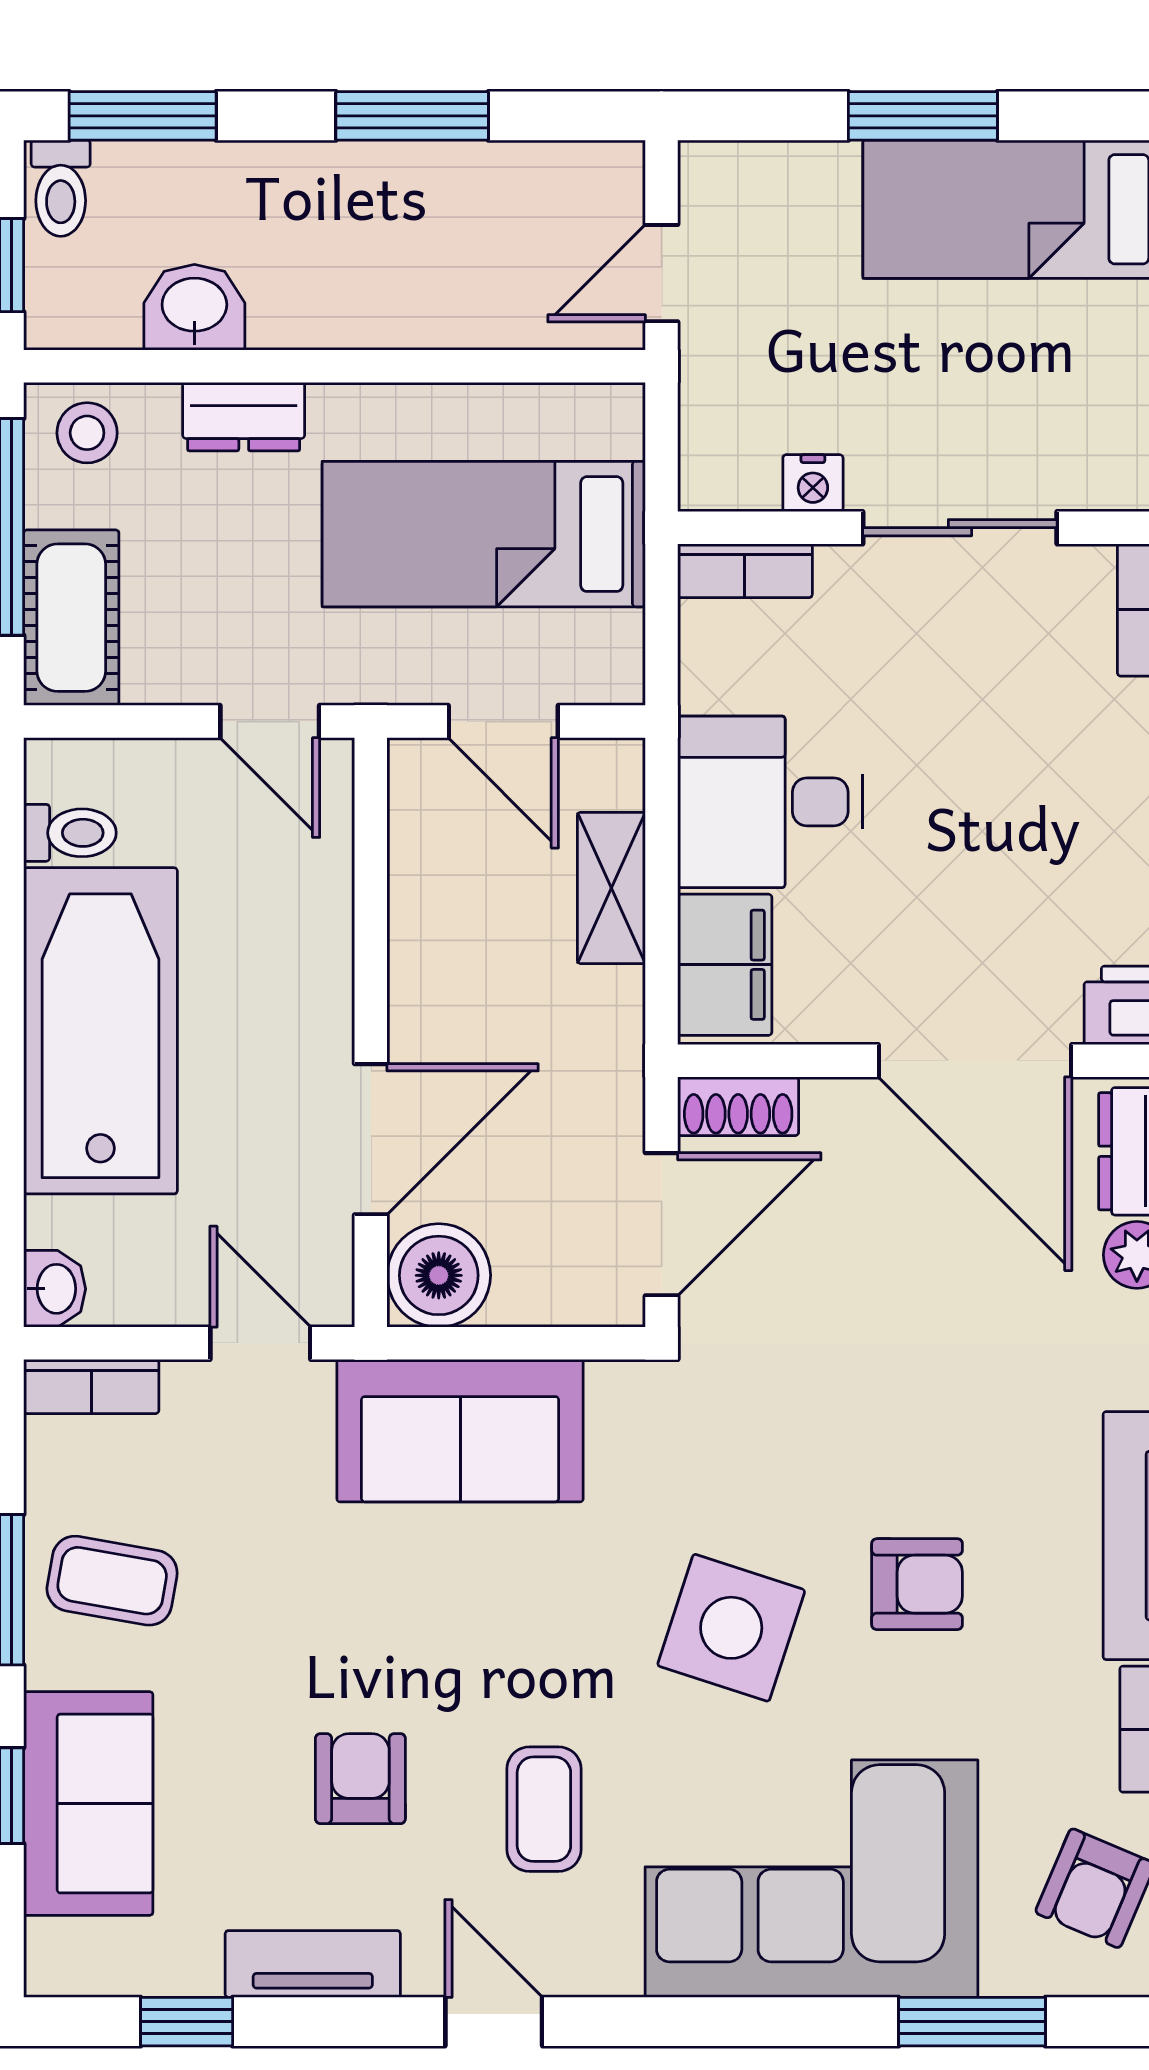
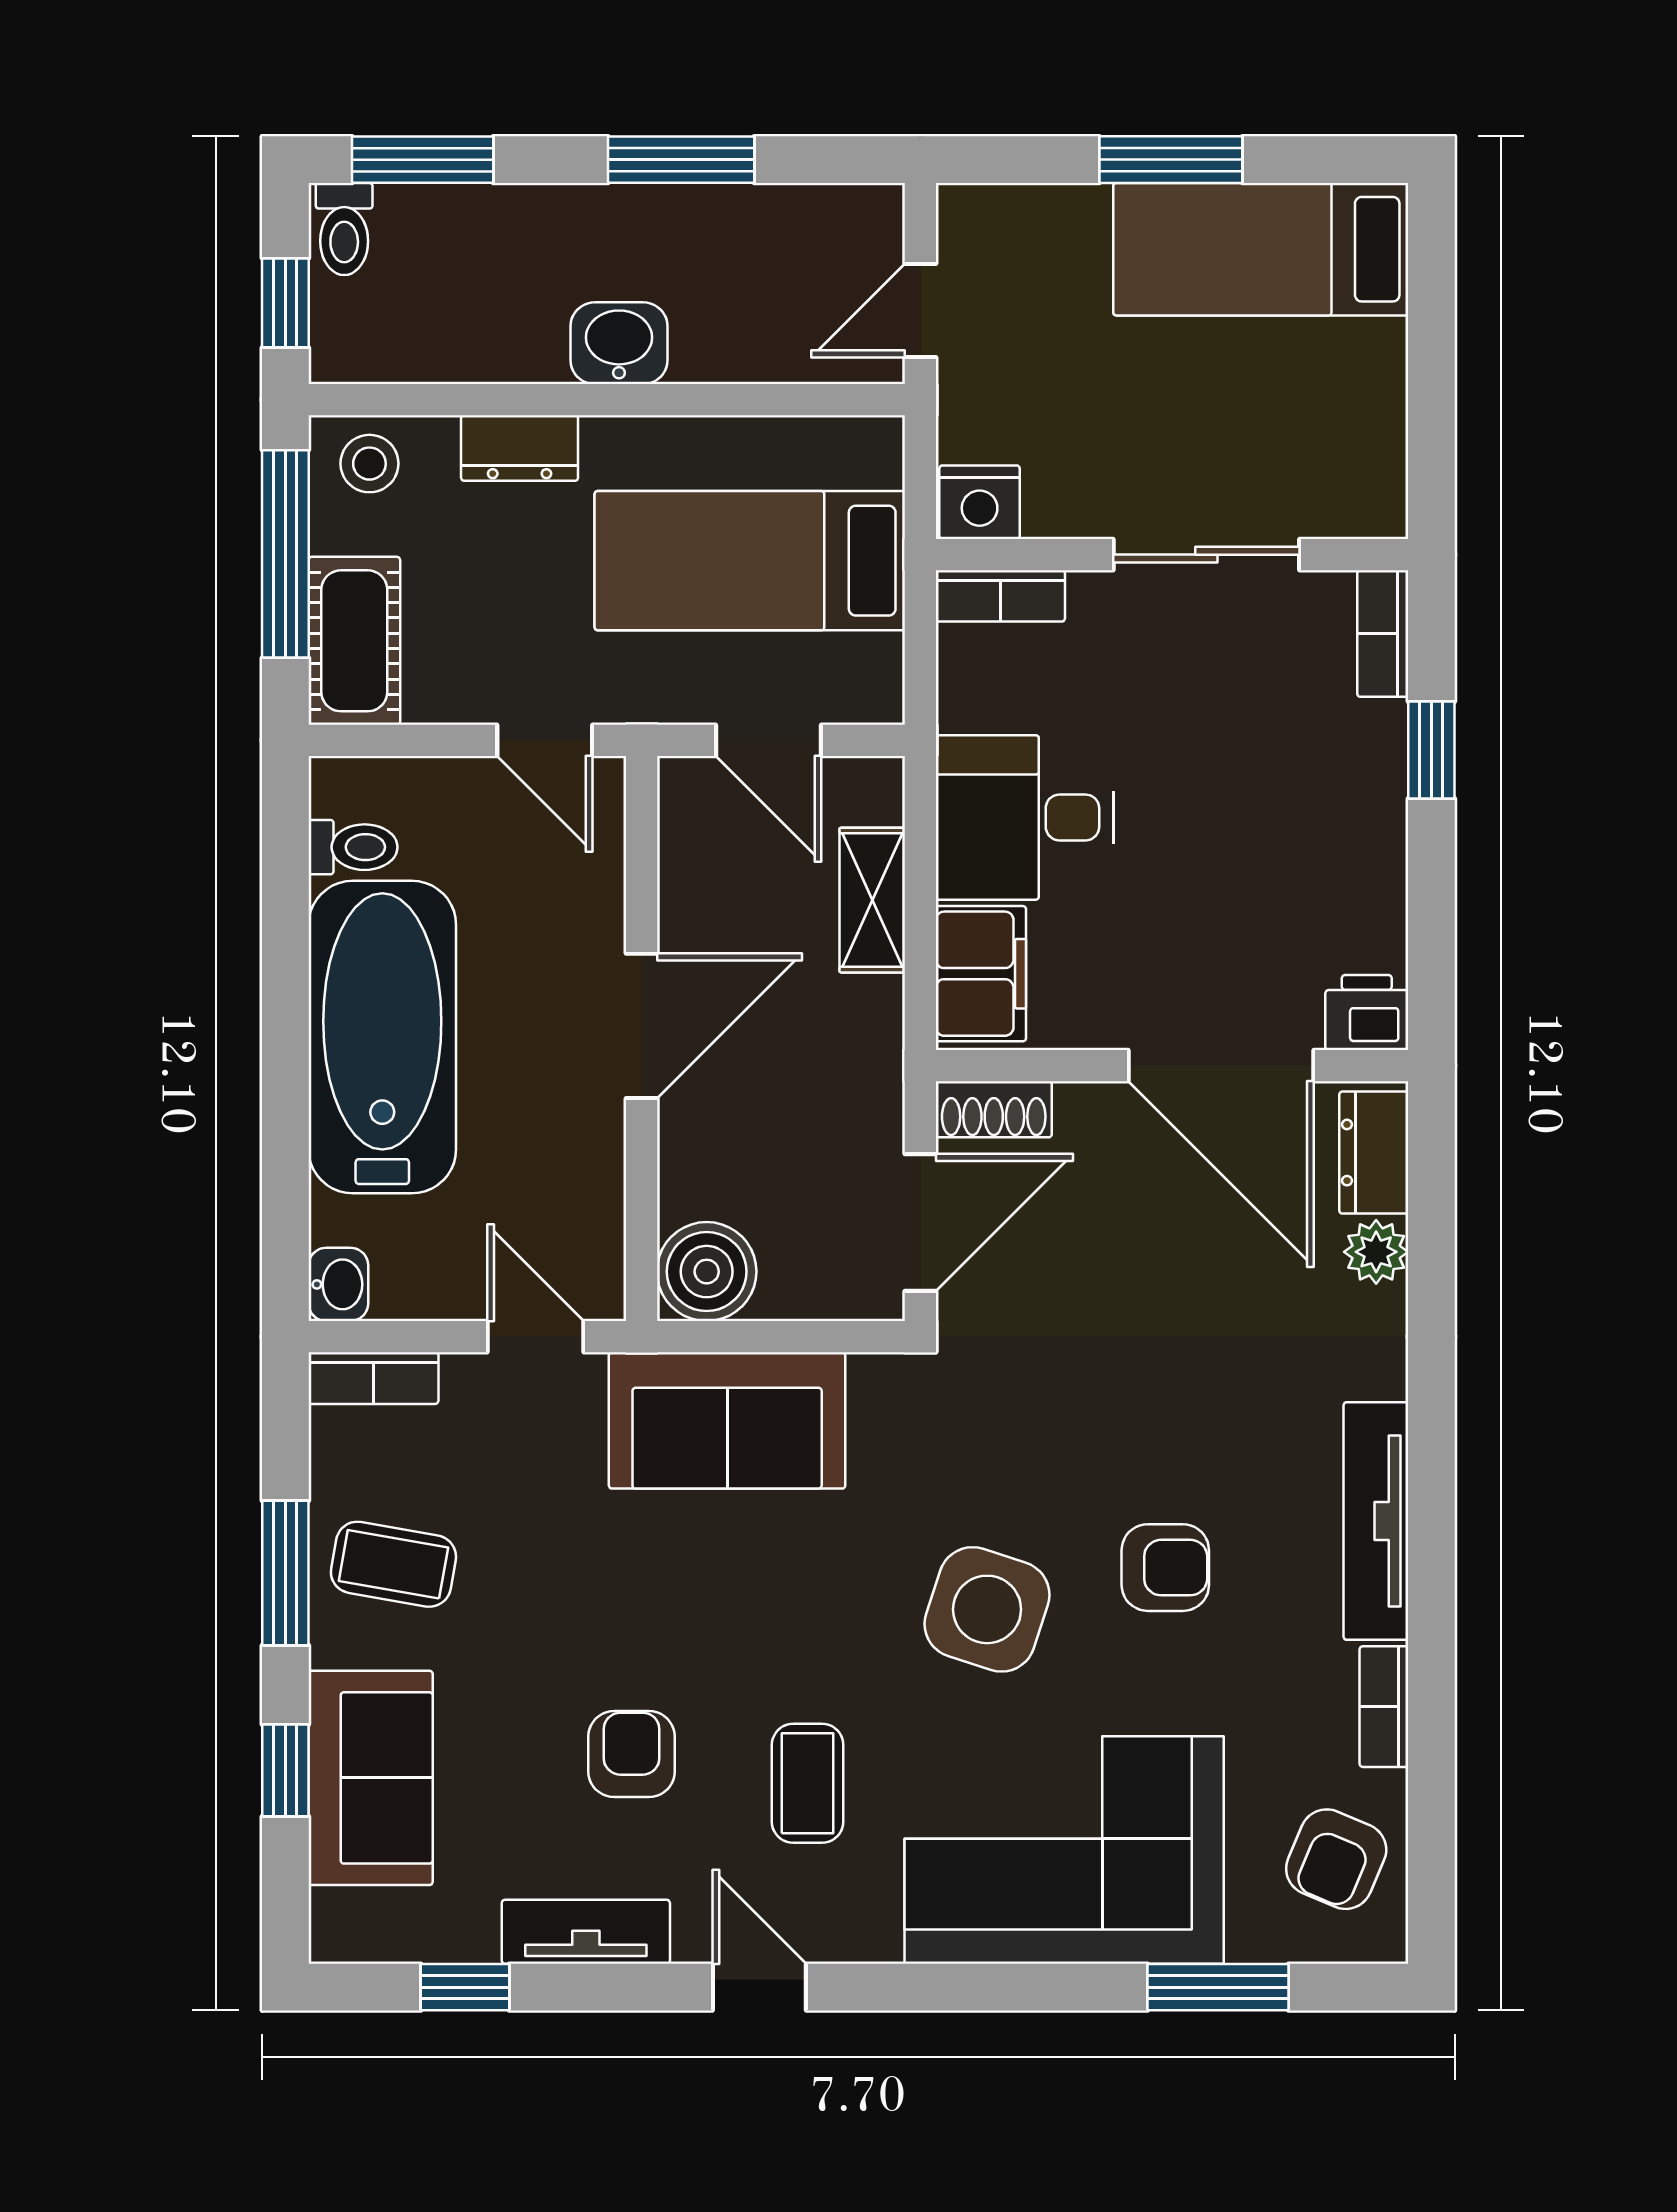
washbasin: (194, 307) -> (619, 343), moved
nightstand: (813, 483) -> (980, 502), moved, width x1.39, depth x1.35
door: (371, 1139) -> (642, 1026), moved

